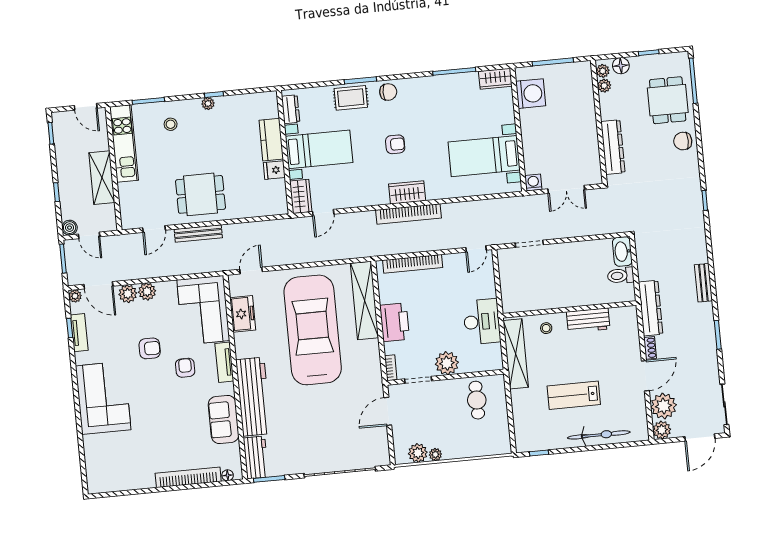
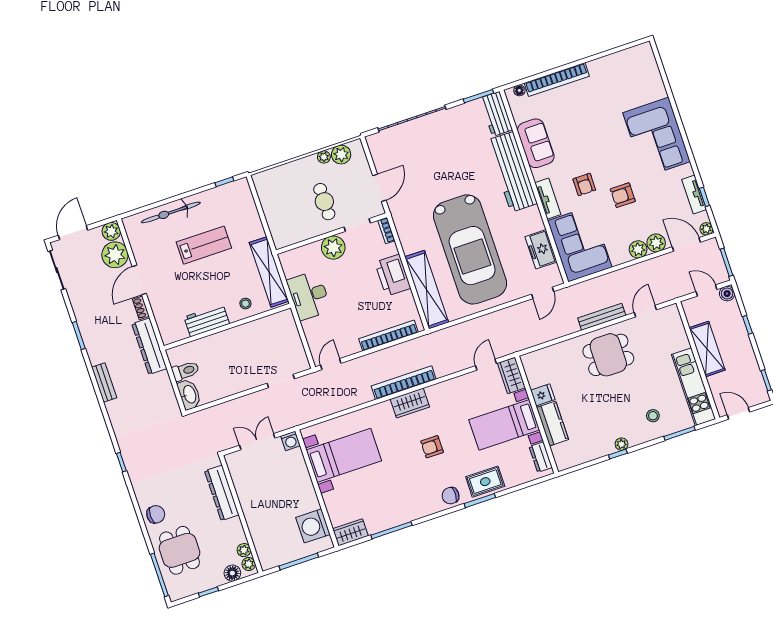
cafe table: (477, 400) -> (324, 202), moved

